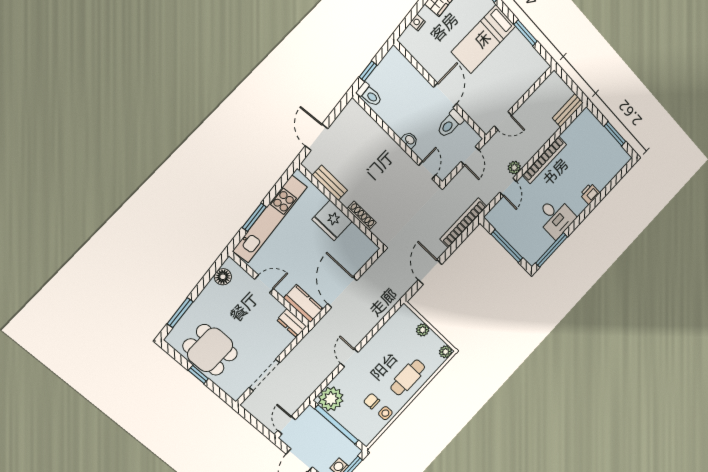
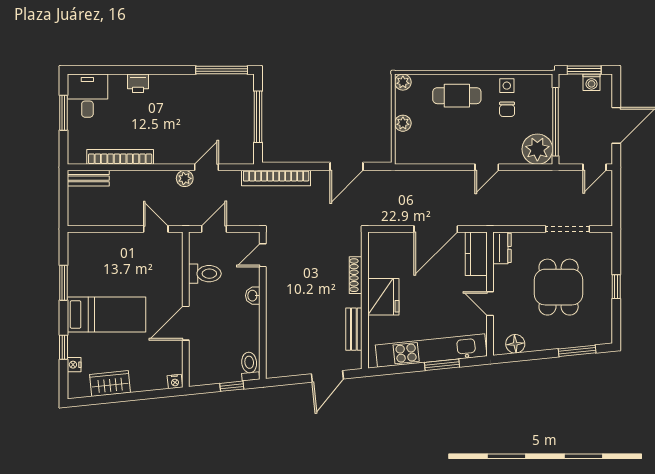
nightstand: (417, 23) -> (175, 381), moved
door: (445, 95) -> (186, 323), moved
bookcase: (544, 160) -> (120, 157), moved
desk: (556, 217) -> (87, 96), moved
dining table: (210, 350) -> (559, 287), moved

